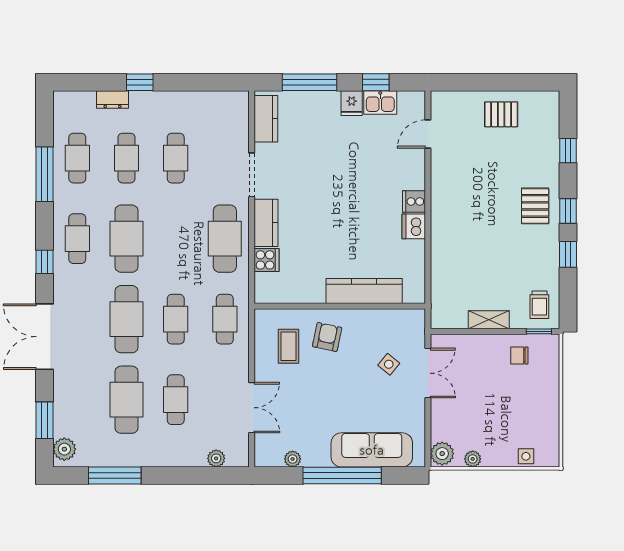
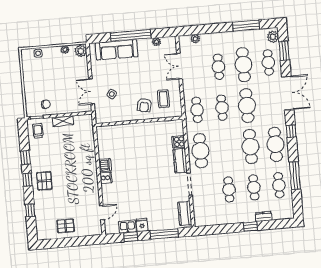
cafe table: (77, 239) -> (275, 144), width x1.37, depth x1.35
kitchen counter: (364, 291) -> (127, 130), removed
cafe table: (77, 400) -> (268, 62), added

